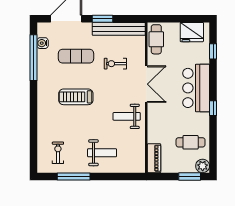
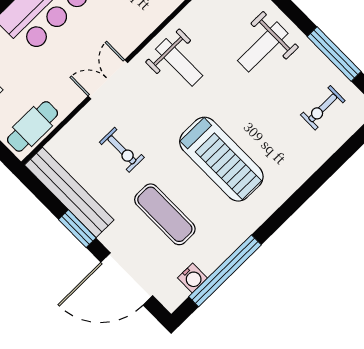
double door: (146, 84) -> (108, 79), width x0.73
treadmill: (76, 97) -> (221, 159), width x1.37, depth x1.37
weight bench: (102, 153) -> (263, 47), turned -90

